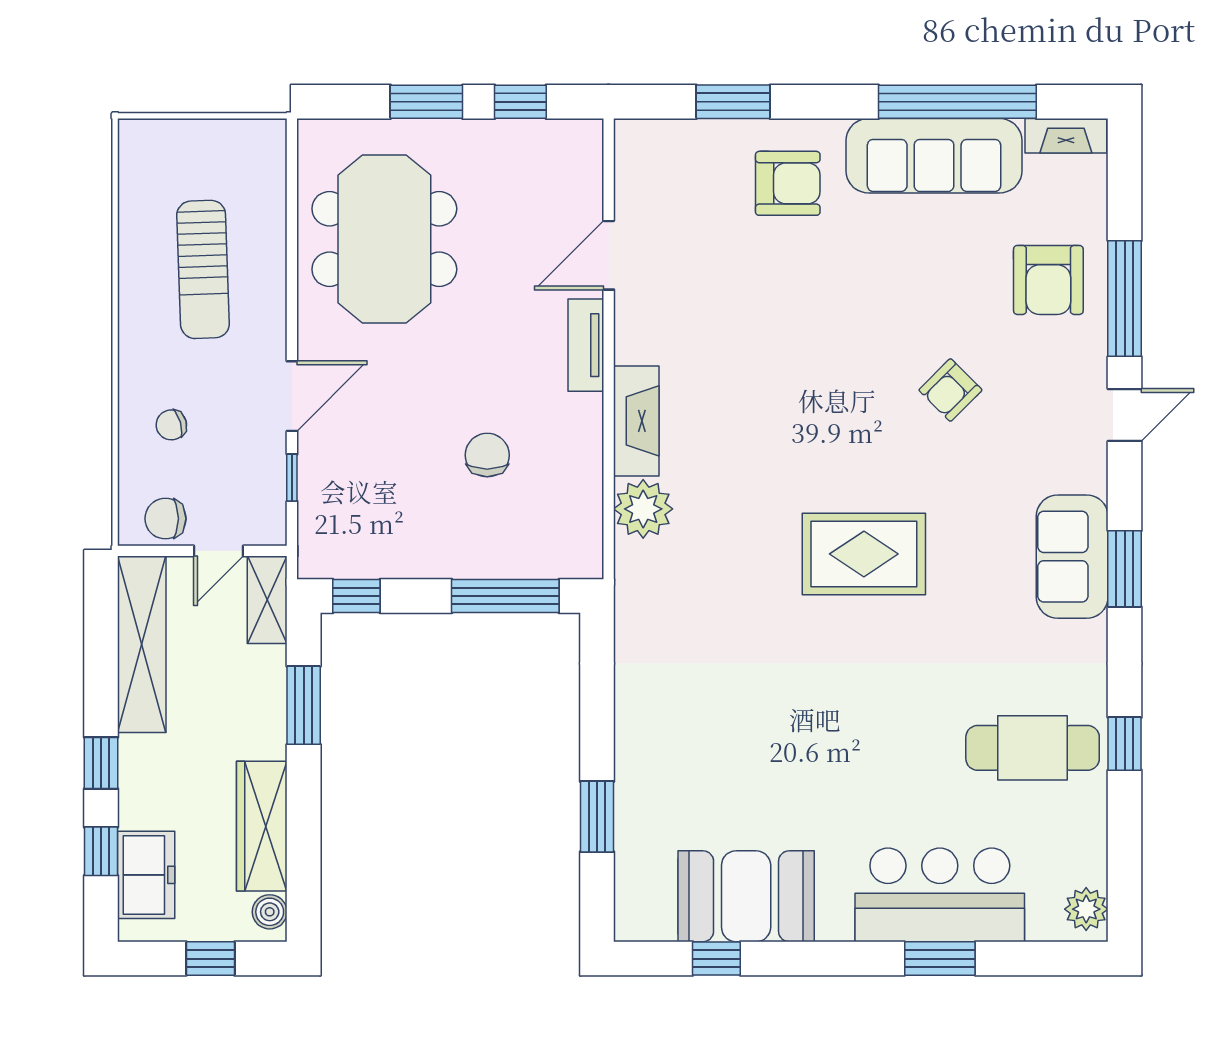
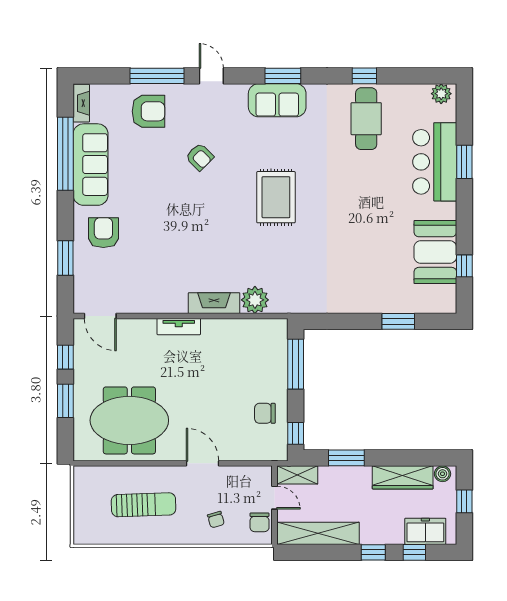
door: (609, 255) -> (100, 316), moved
chair: (487, 455) -> (265, 413), moved
window: (292, 478) -> (240, 463), removed

